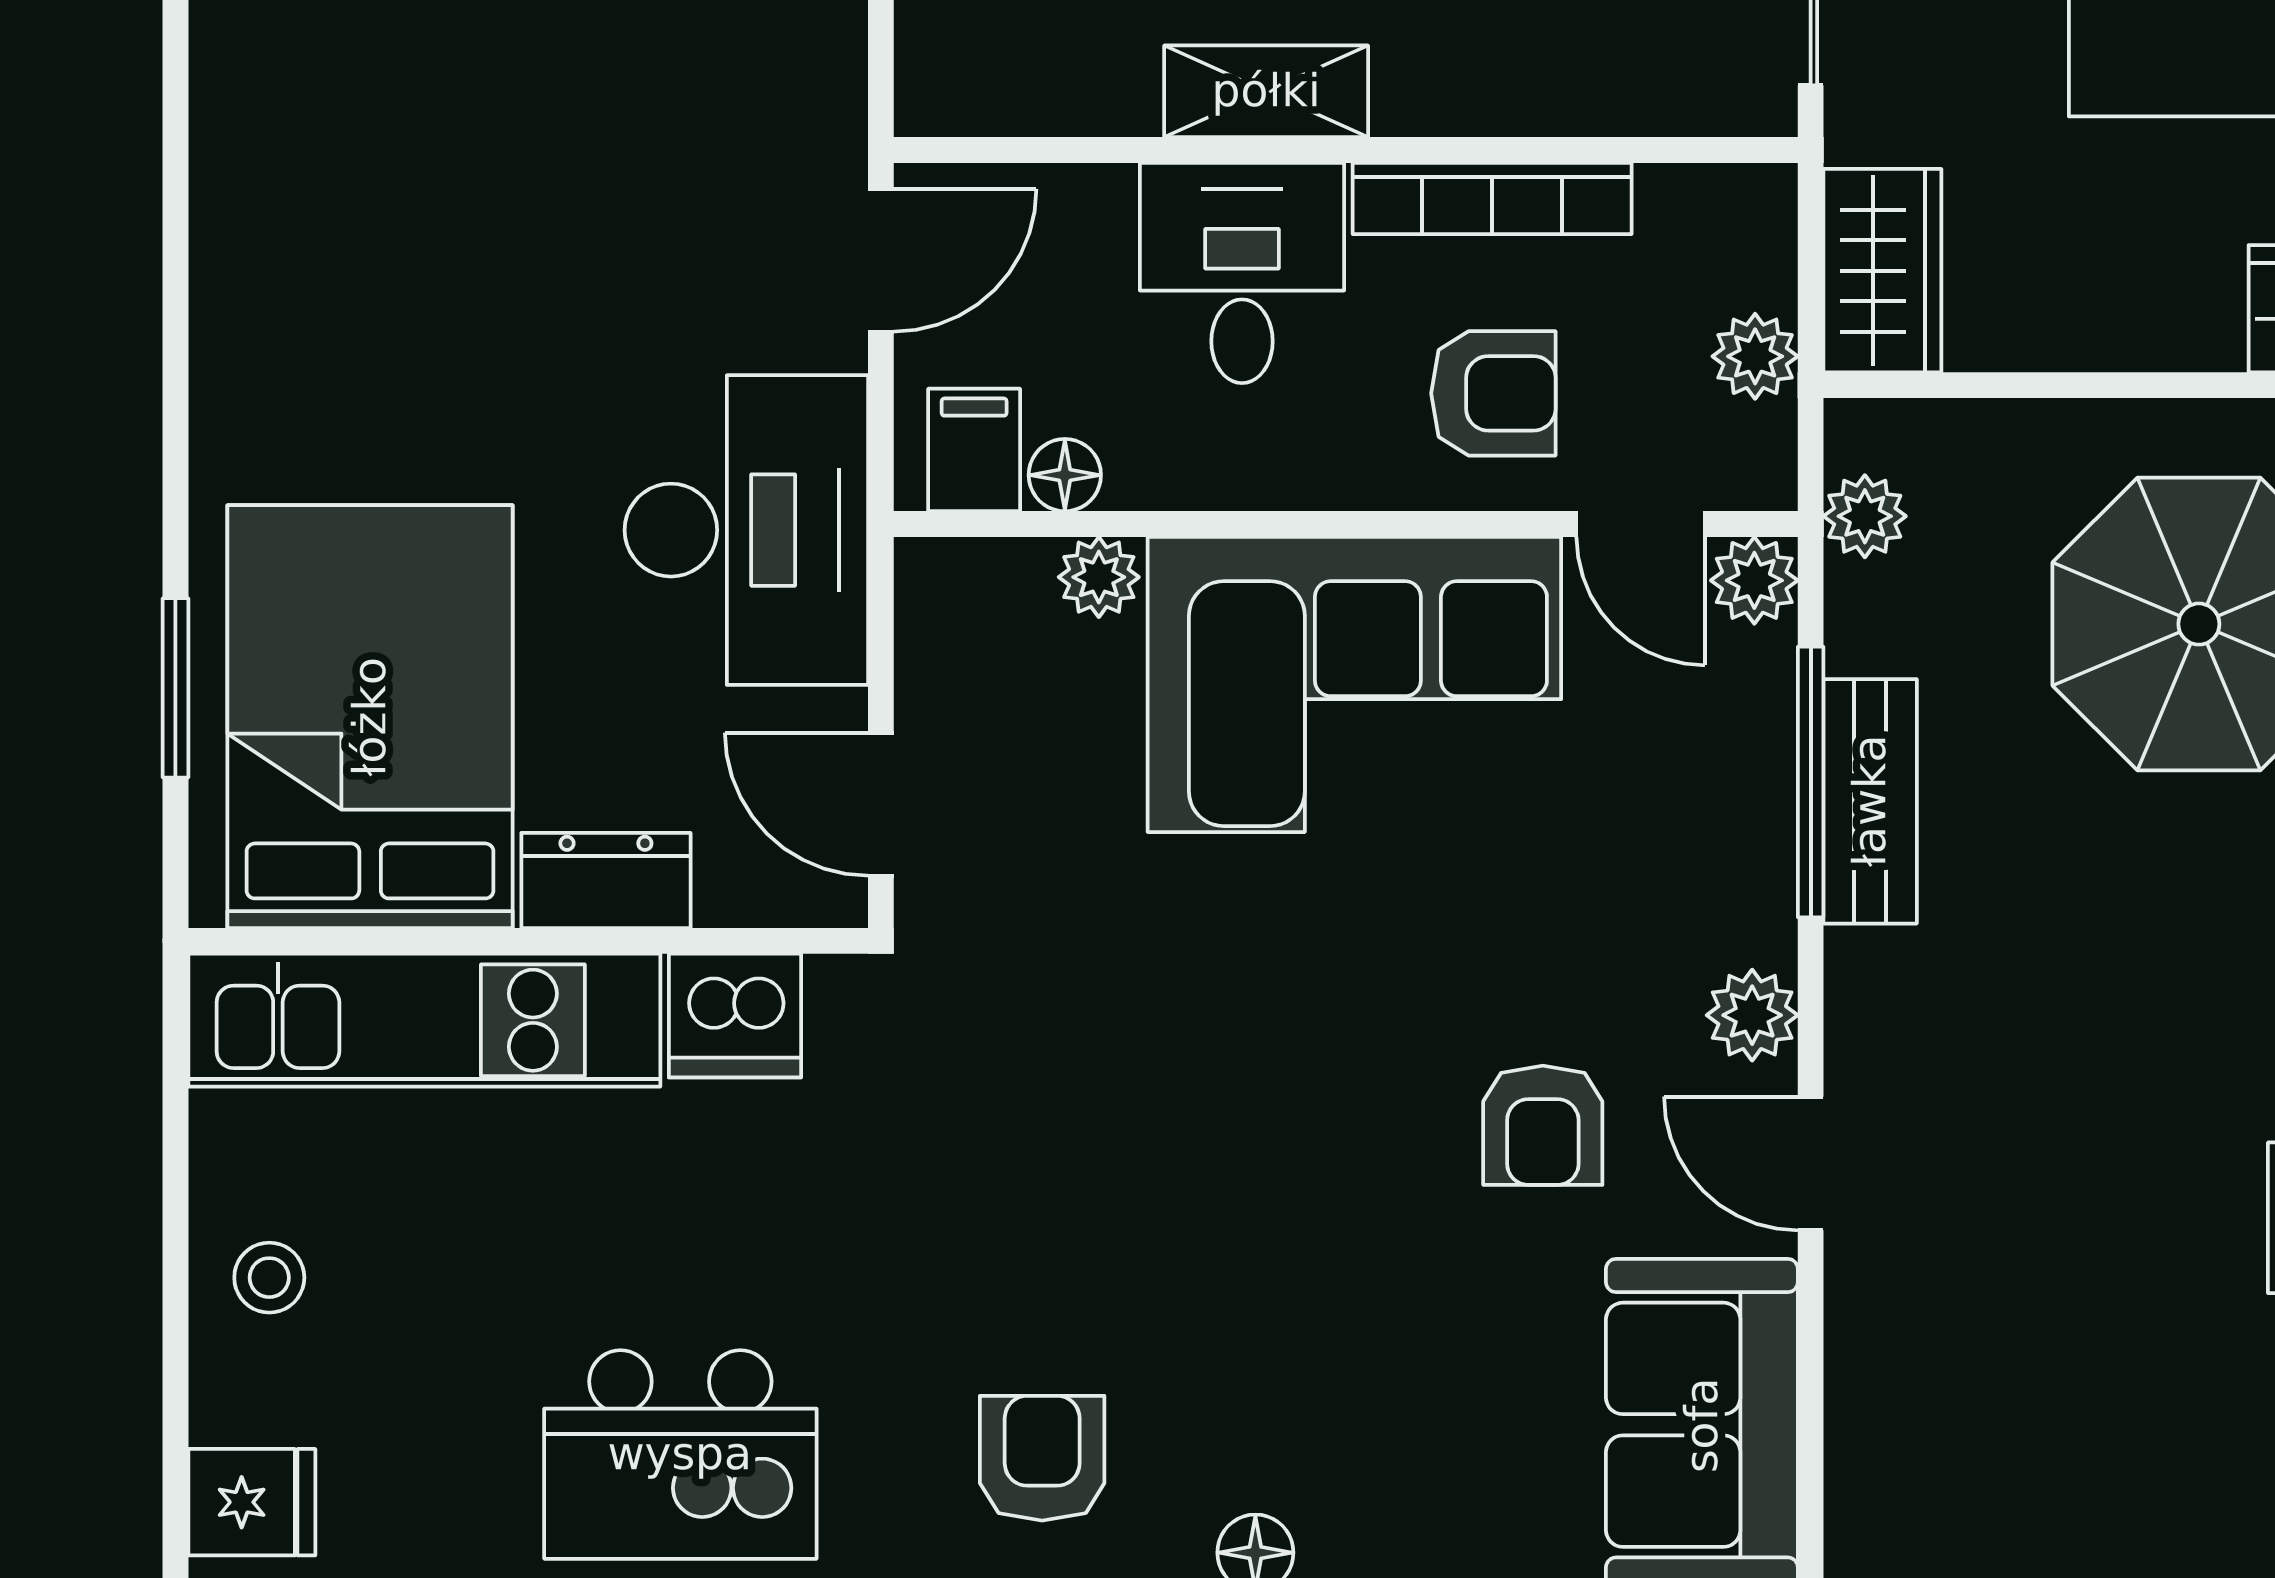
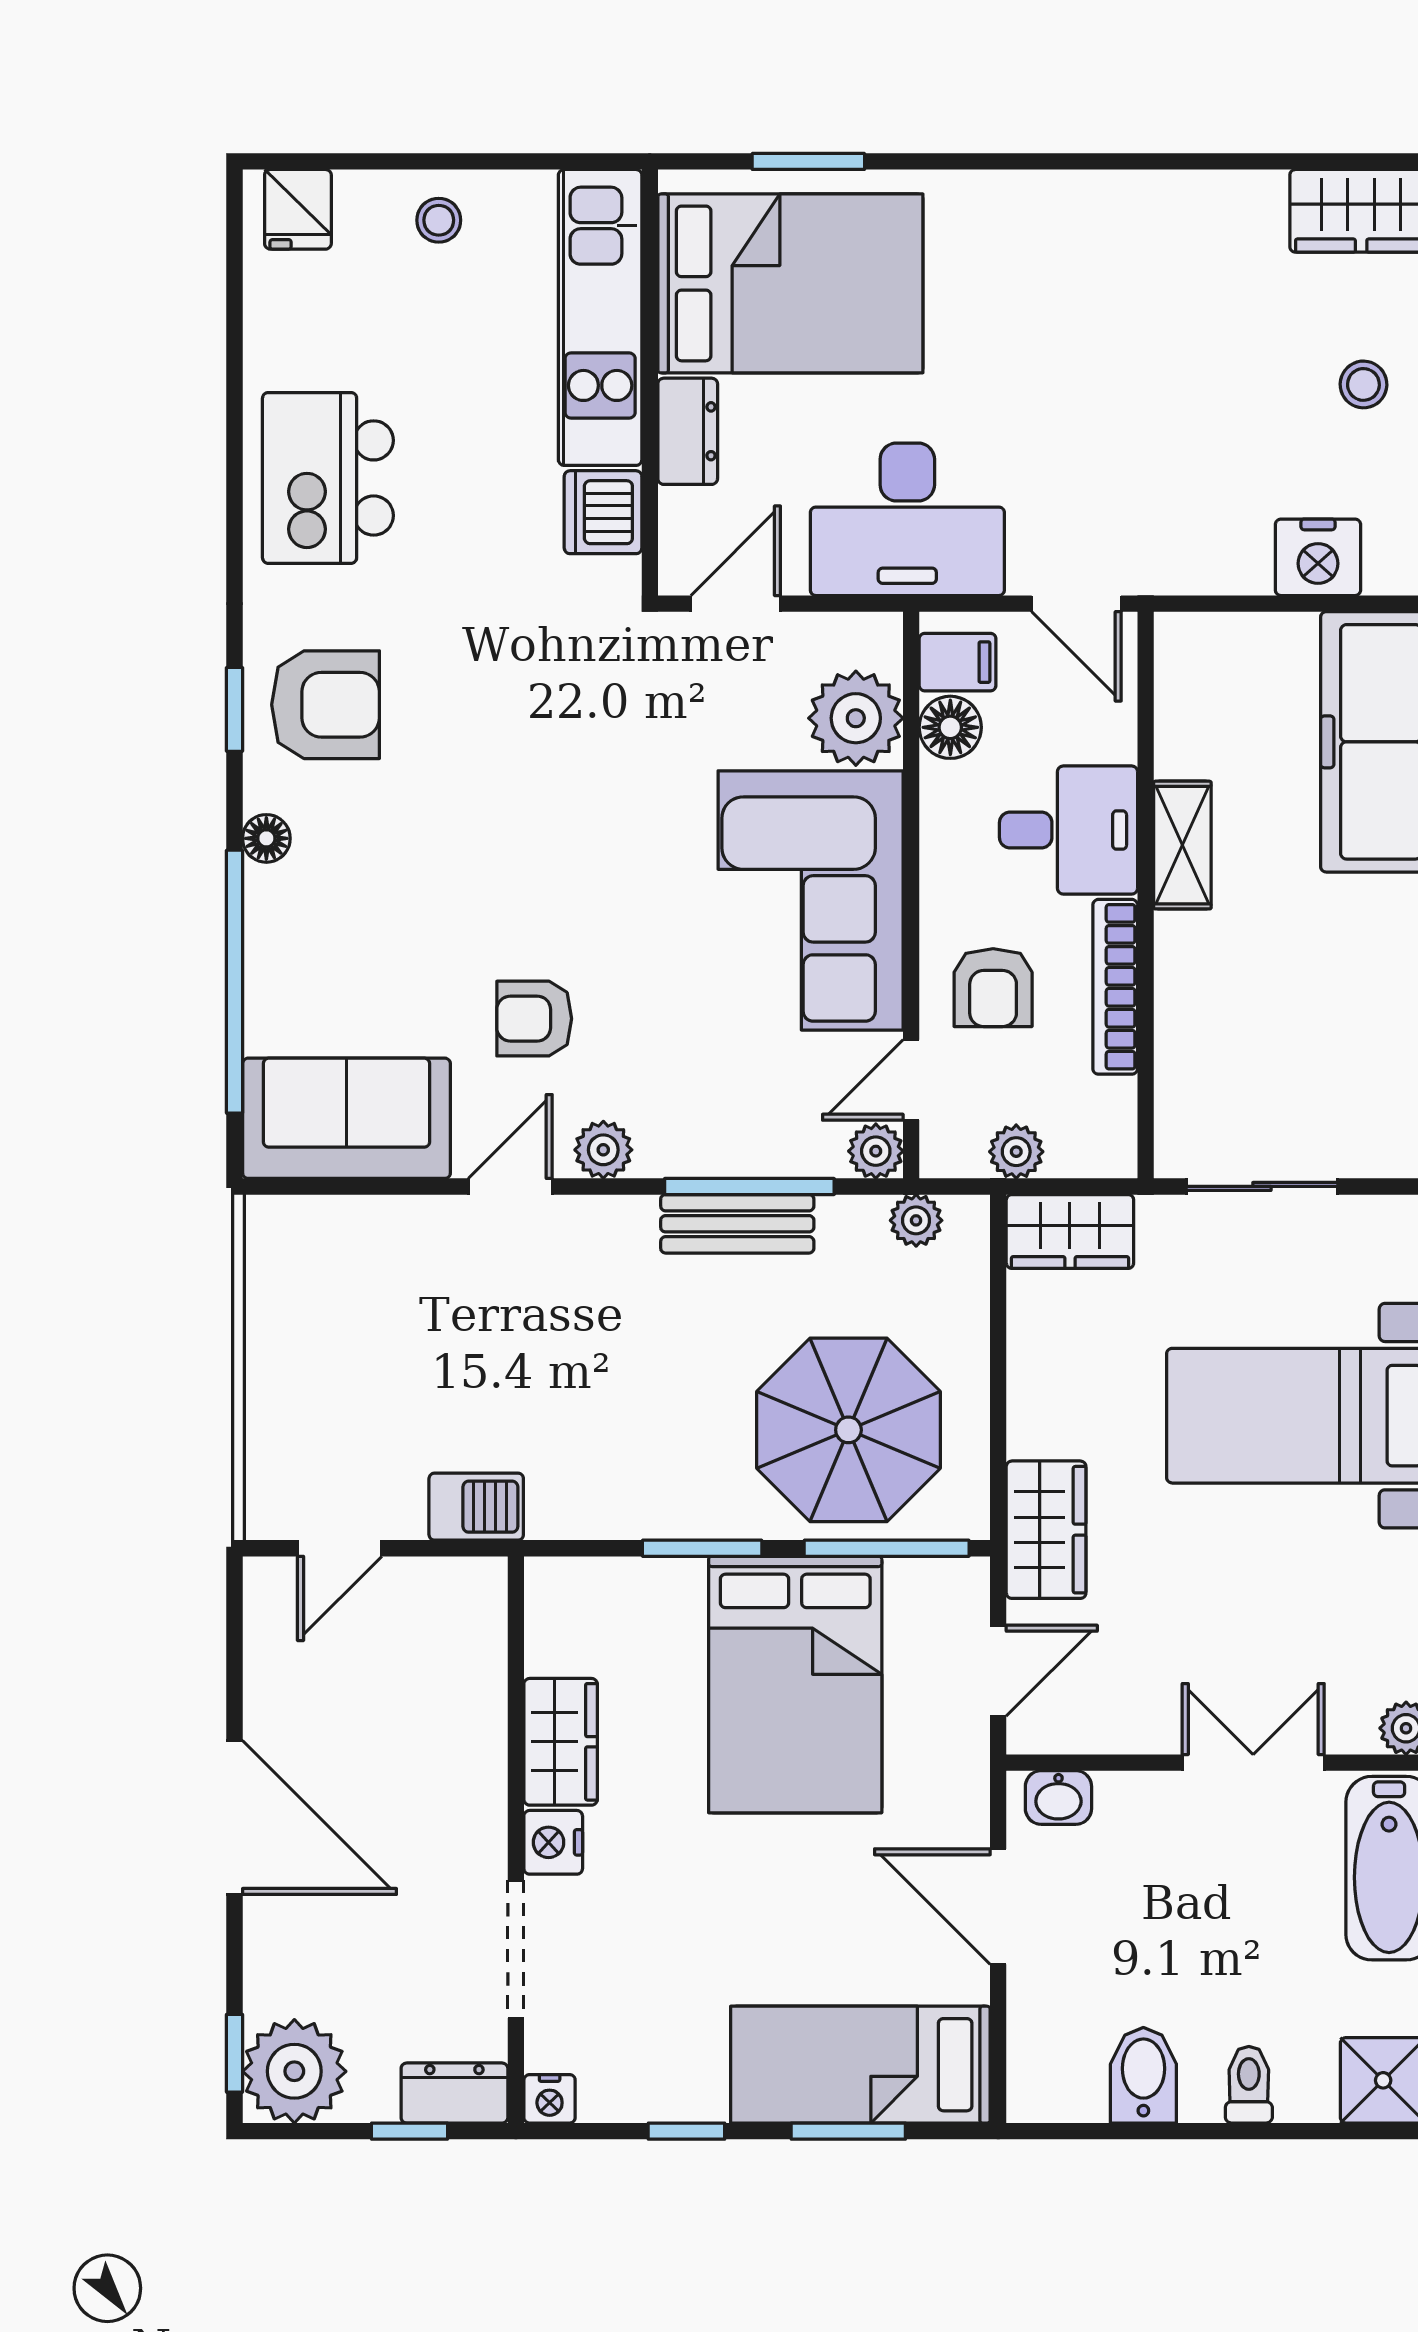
floor lamp: (1065, 475) -> (950, 727), width x1.37, depth x1.37
plant: (1099, 577) -> (856, 718), width x1.88, depth x1.88
armchair: (1042, 1458) -> (326, 705), width x1.38, depth x1.38

